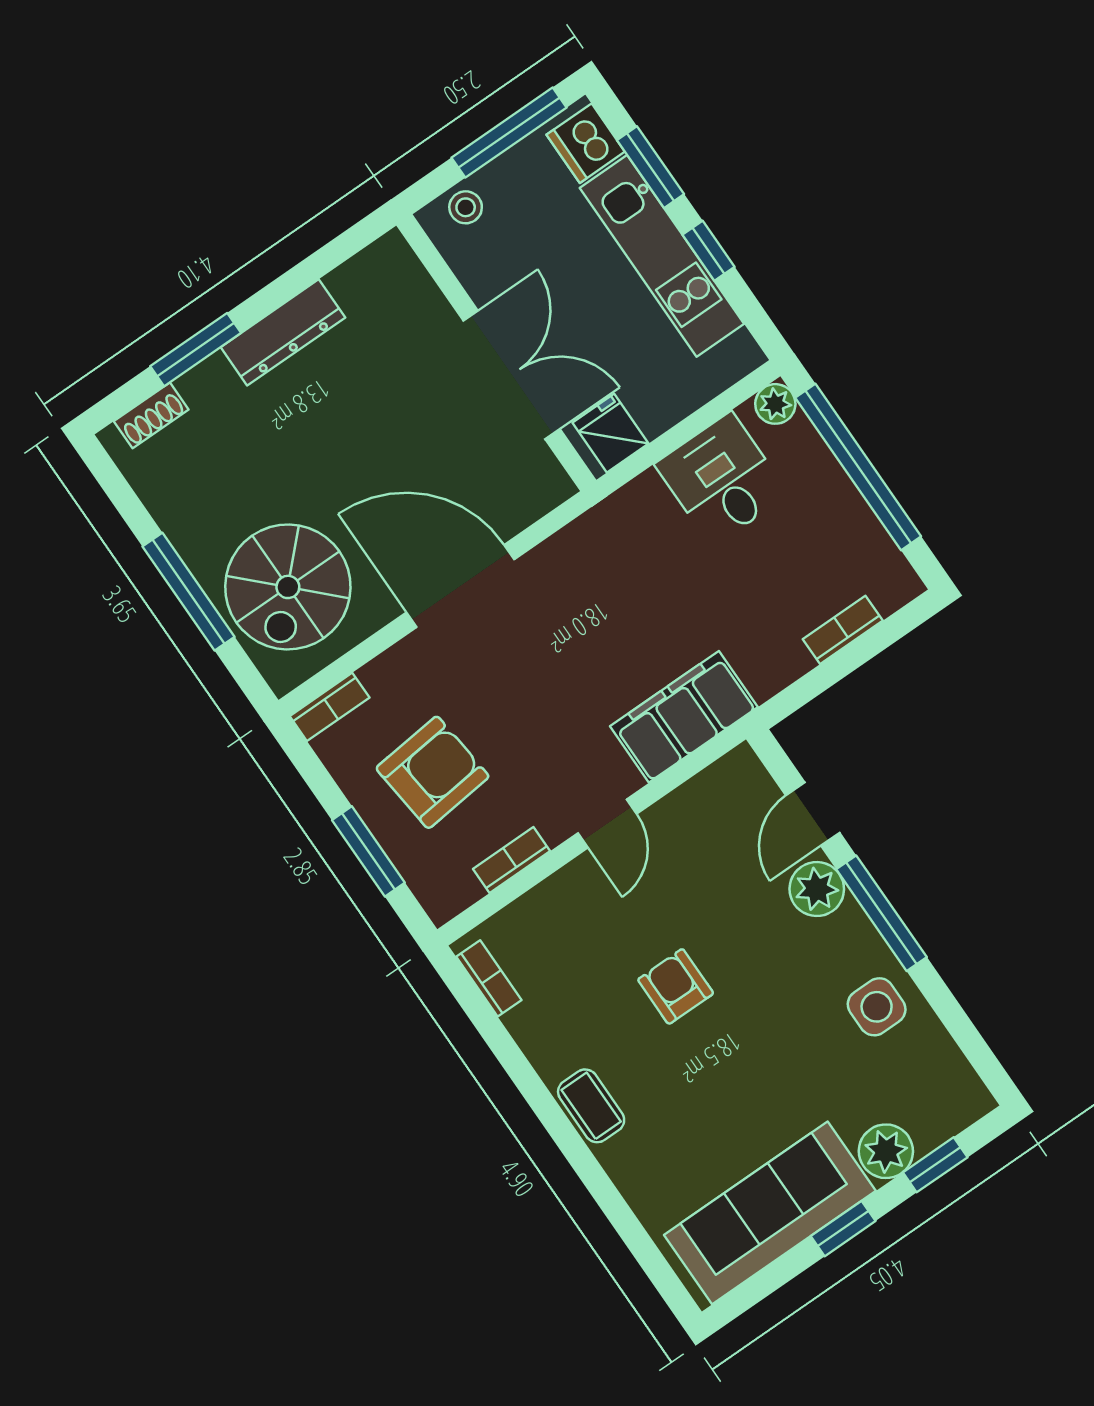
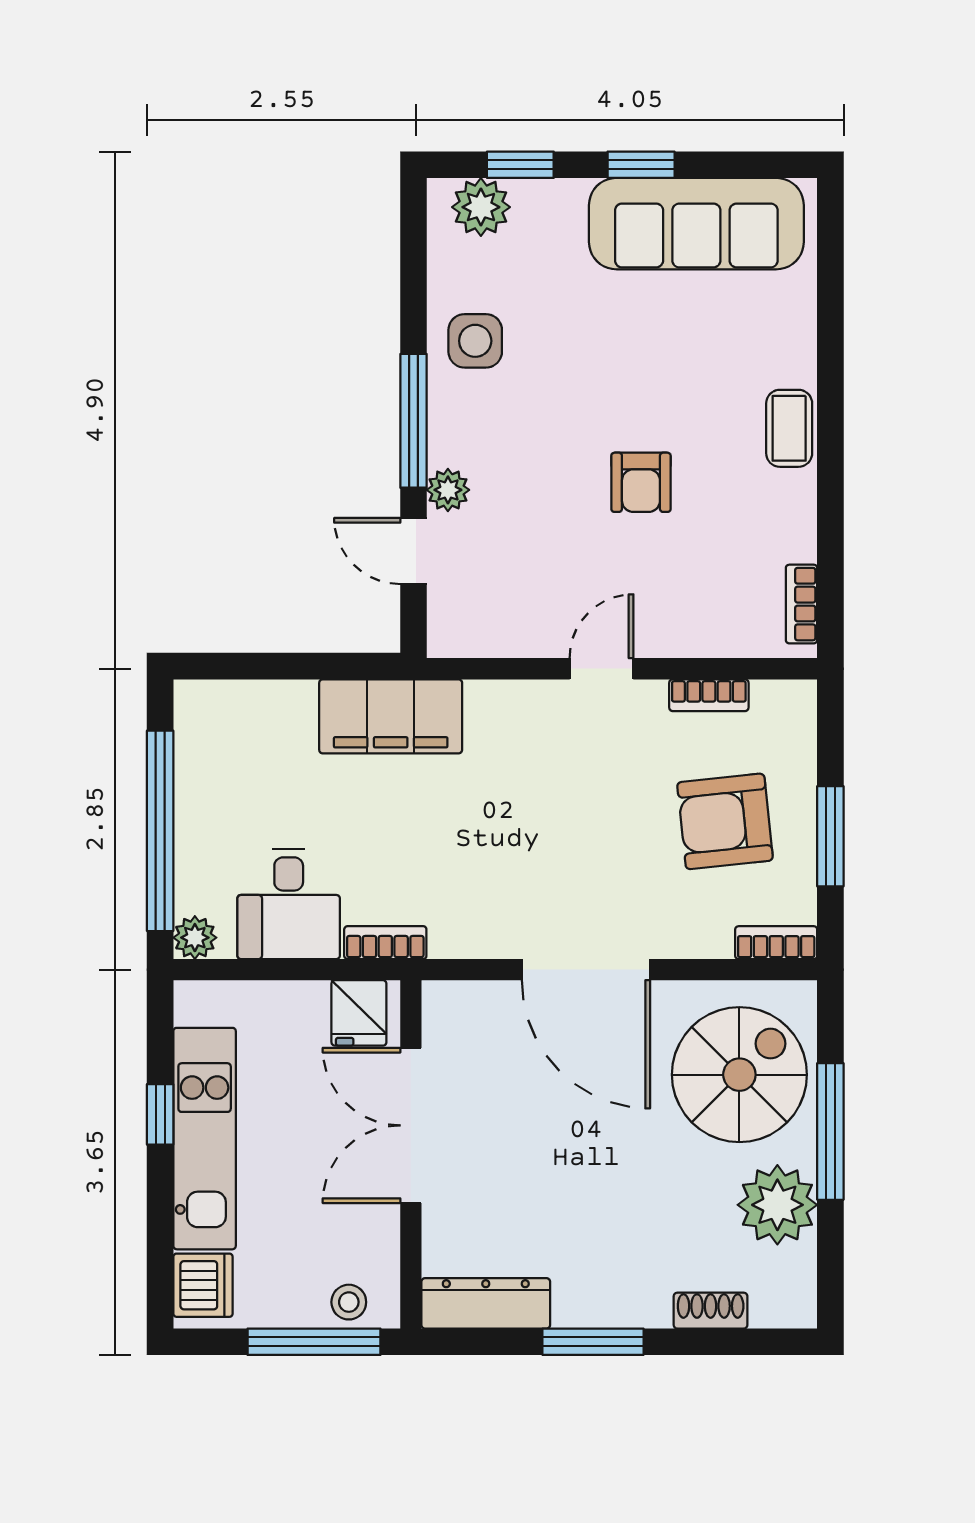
window: (509, 133) -> (314, 1342), moved
window: (651, 167) -> (160, 1224), removed
dresser: (283, 332) -> (486, 1303), moved
window: (196, 350) -> (593, 1342), moved
shoe rack: (151, 415) -> (711, 1311), moved
plant: (190, 508) -> (777, 1205), added
bookcase: (843, 630) -> (385, 943), moved, turned 180
filing cabinet: (684, 717) -> (391, 716), moved
door: (813, 814) -> (413, 551), swing flipped
window: (368, 851) -> (830, 836), moved
plant: (817, 889) -> (448, 490), width x0.73, depth x0.73
plant: (886, 1151) -> (481, 207), moved

